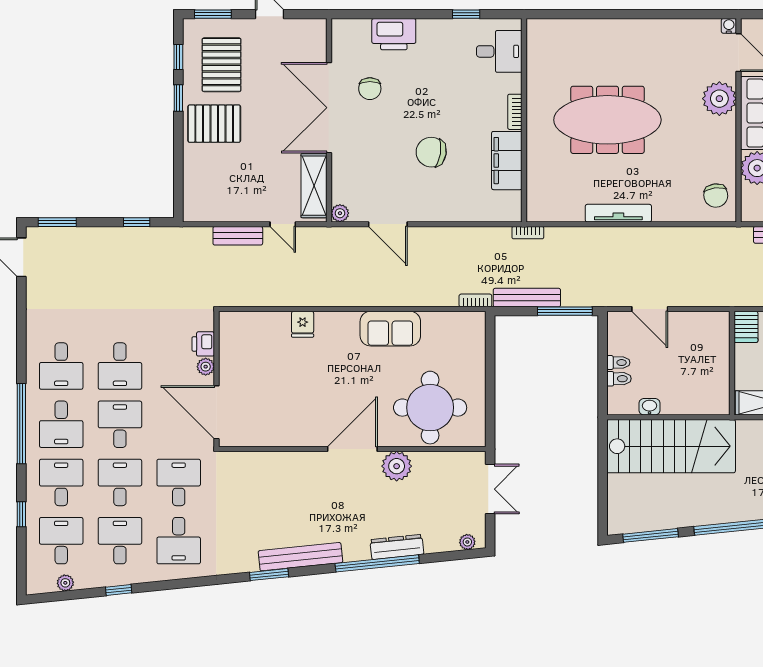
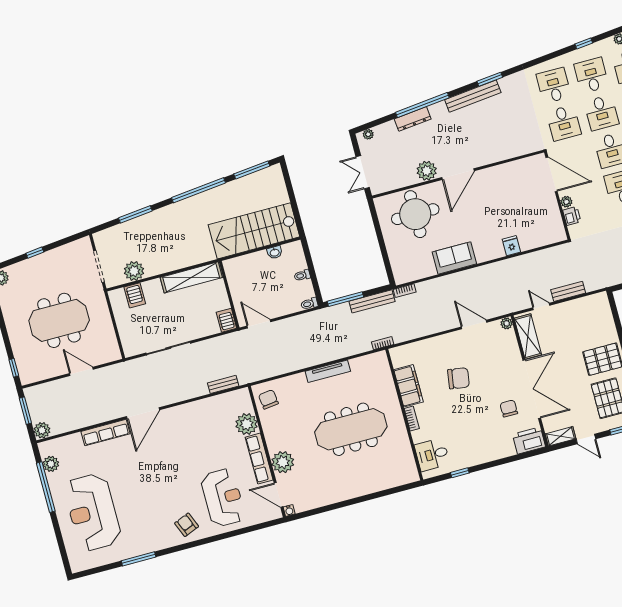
shelving: (305, 28) -> (560, 436), added
printer: (394, 34) -> (529, 440), moved
door: (650, 309) -> (259, 324), moved
toilet: (619, 379) -> (309, 304), moved
desk: (120, 541) -> (591, 75), turned 180

